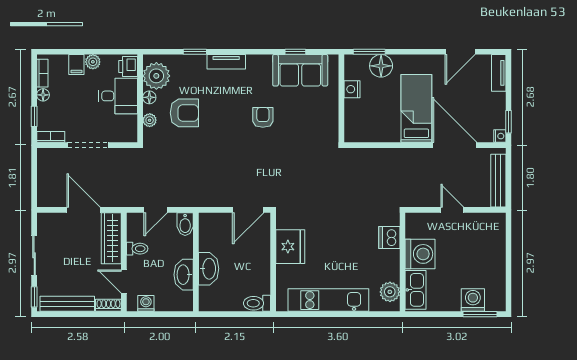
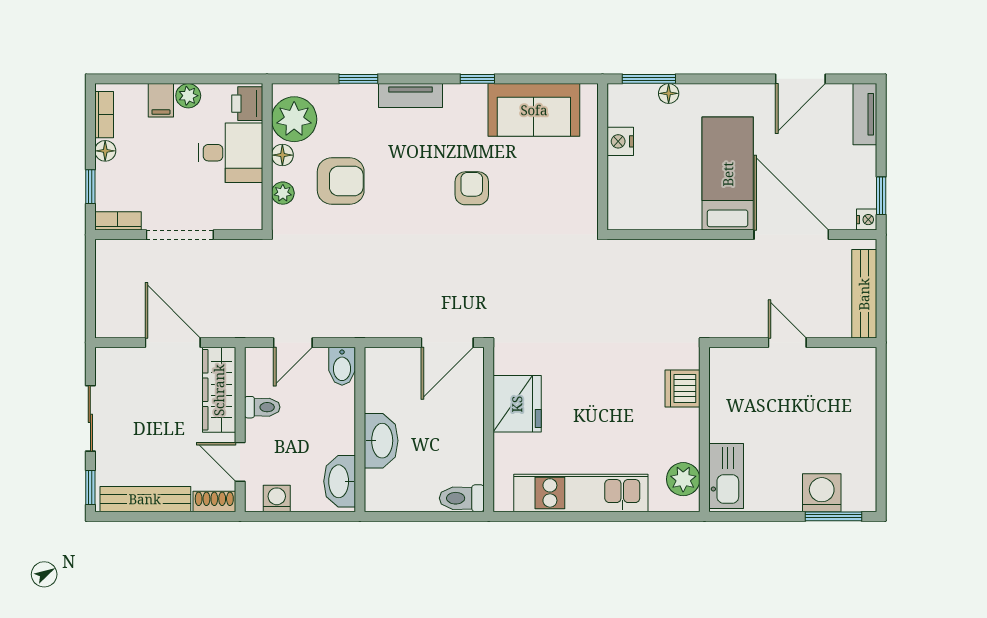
window: (295, 52) -> (477, 79), moved
floor lamp: (381, 66) -> (669, 93), width x0.53, depth x0.53
washing machine: (420, 254) -> (734, 416), removed
washbasin: (184, 275) -> (340, 481), moved

